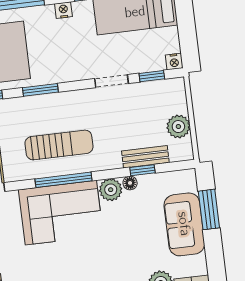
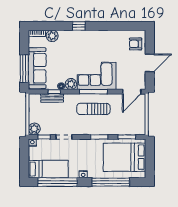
plant: (178, 127) -> (34, 129), moved
window: (209, 209) -> (24, 69), width x1.44
sofa: (184, 224) -> (37, 68), width x1.36

